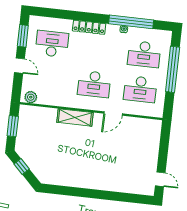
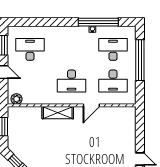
locker: (89, 27) -> (61, 31), removed
desk: (144, 54) -> (113, 49), turned 180

